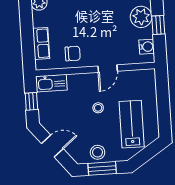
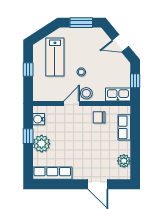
window: (164, 107) -> (28, 69), added
stool: (98, 152) -> (86, 93), moved

